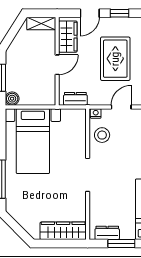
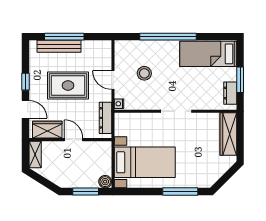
dresser: (75, 99) -> (105, 118), width x1.44
stool: (102, 135) -> (144, 73), moved

